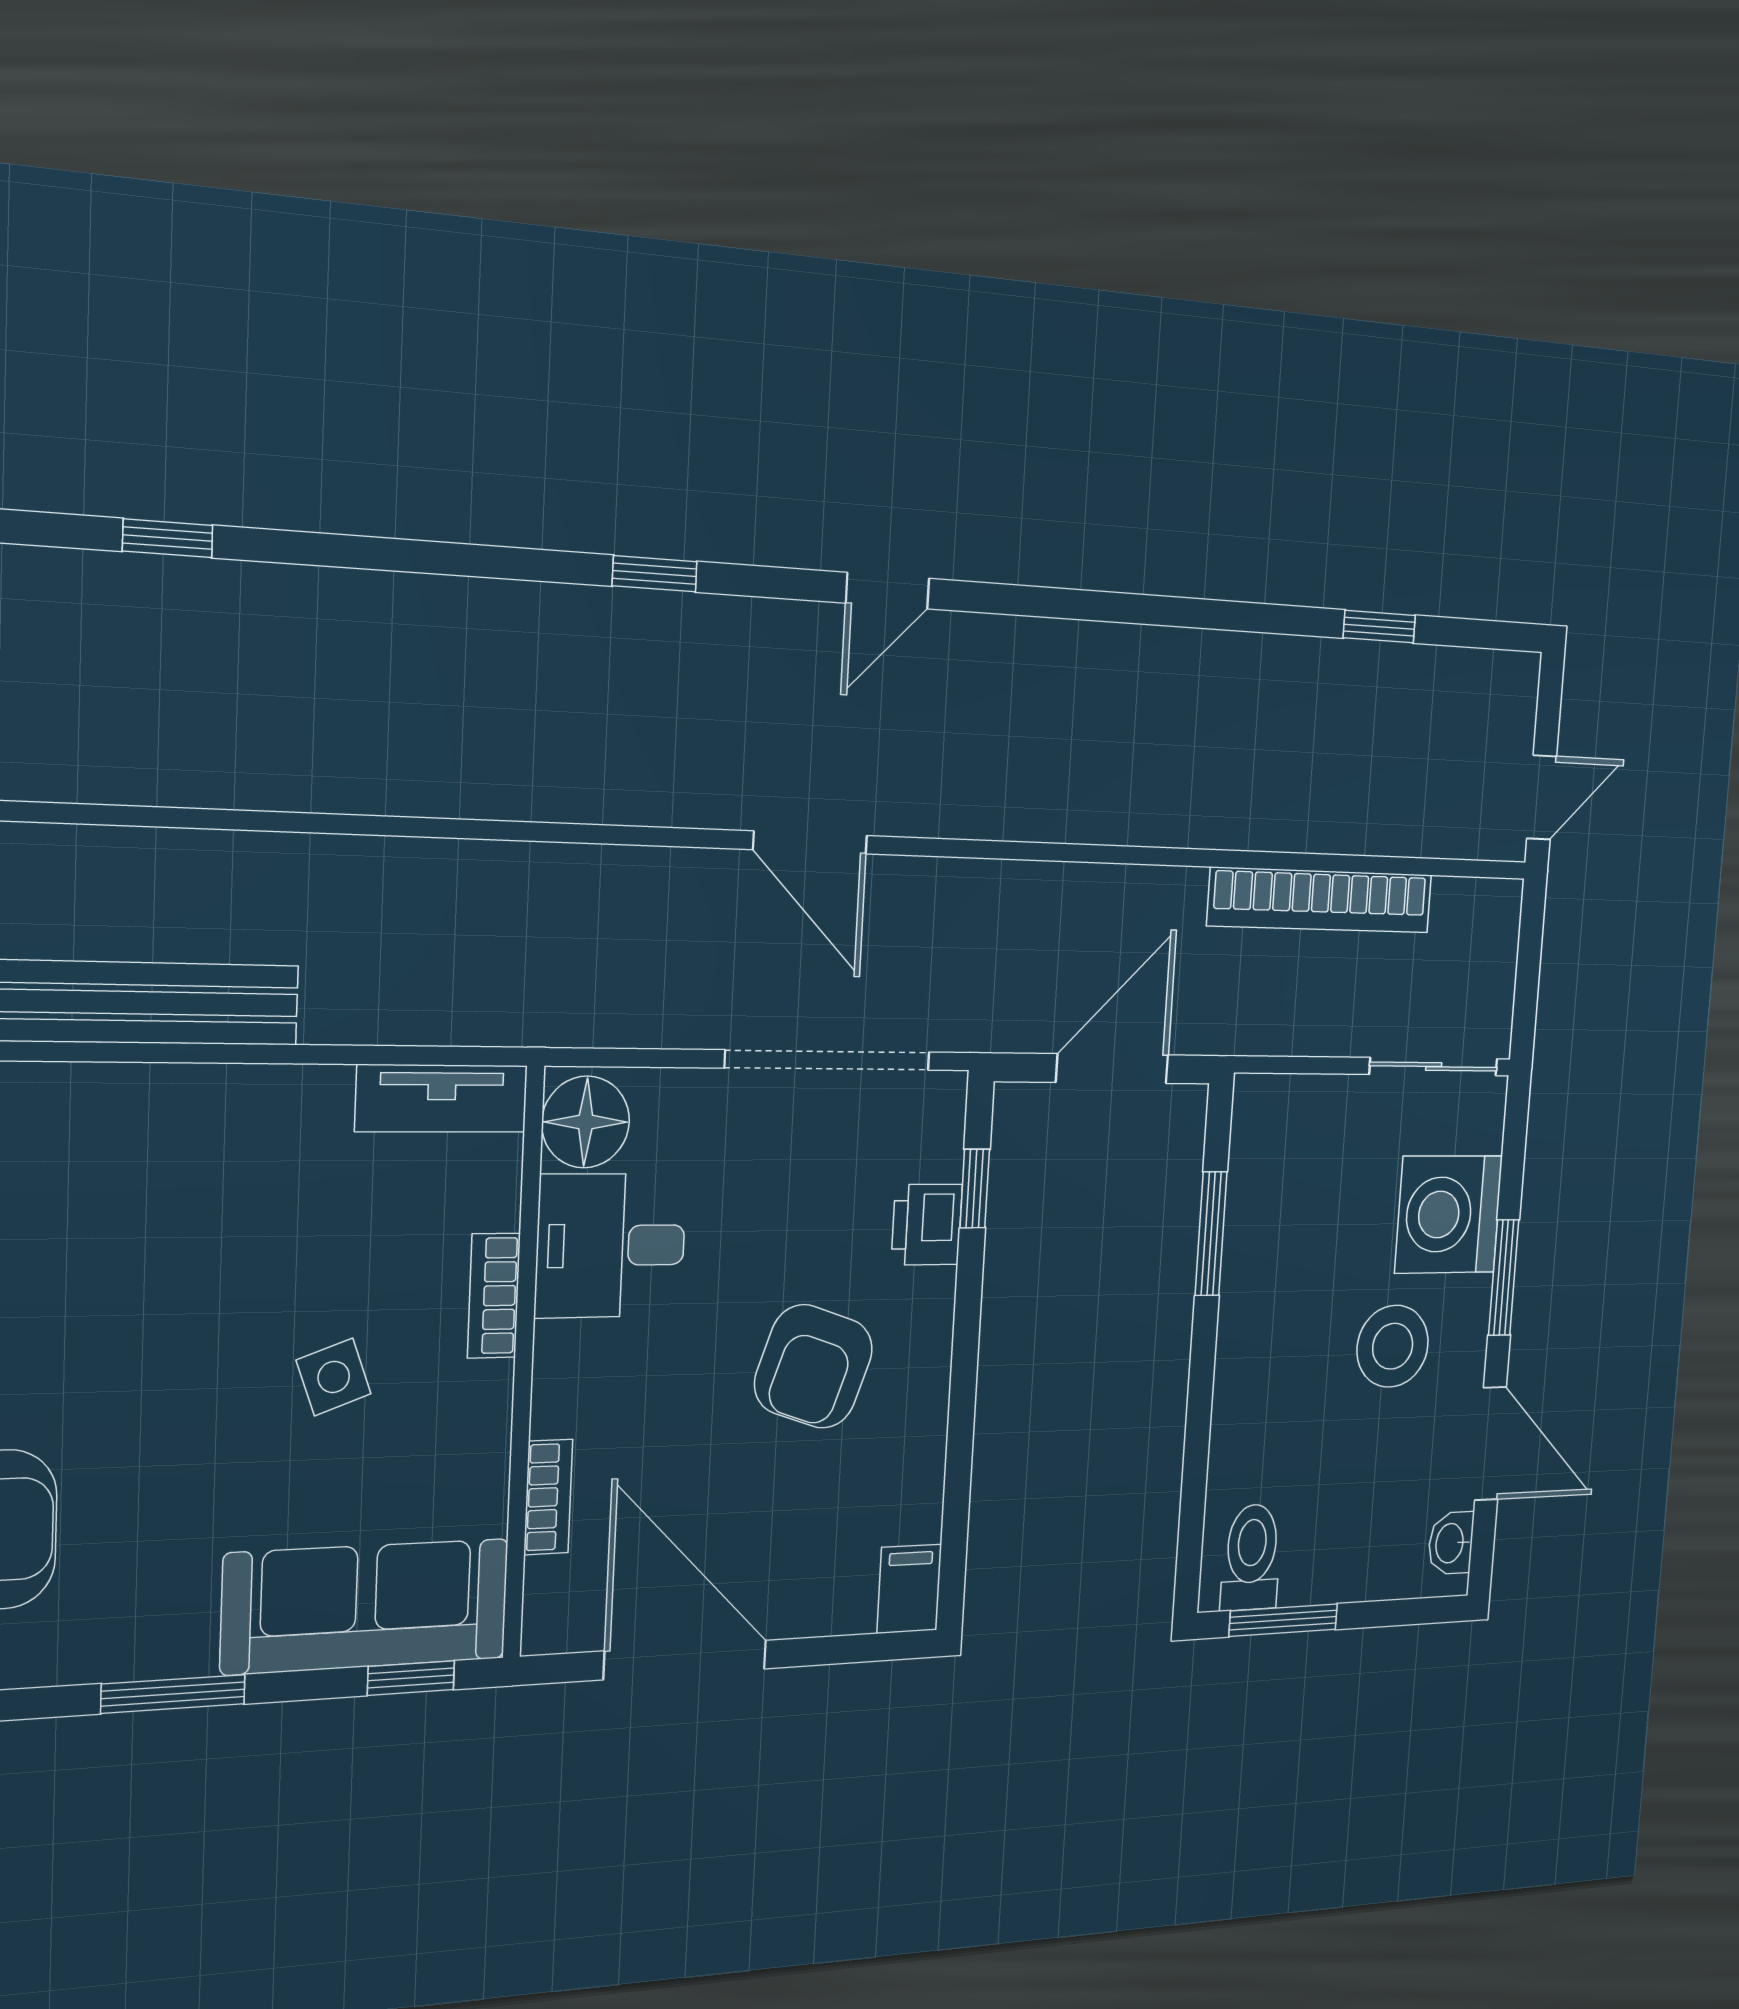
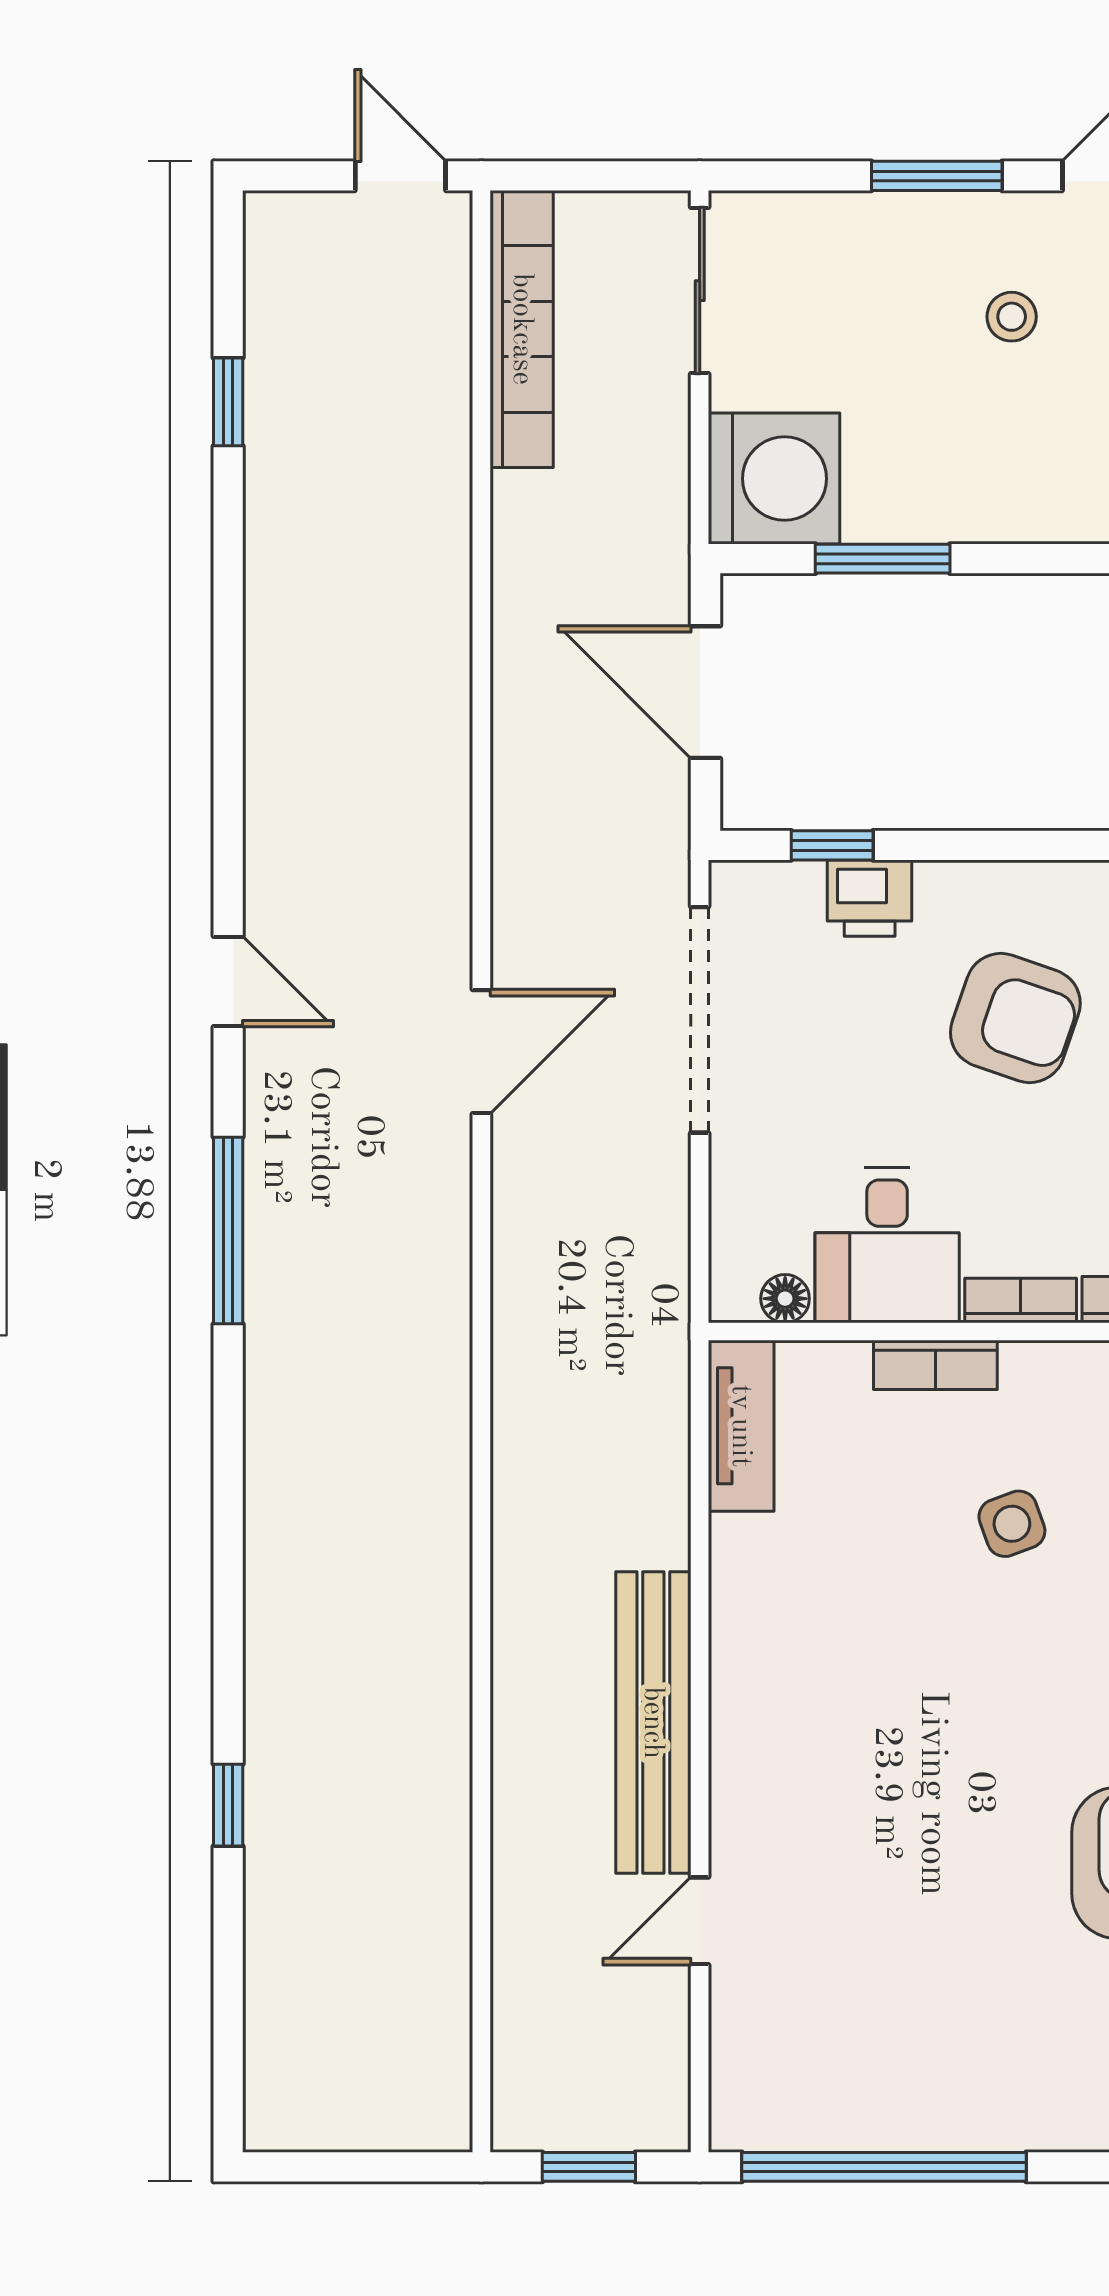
window: (168, 538) -> (228, 1805), moved
window: (655, 574) -> (228, 1230), width x2.17
bookcase: (1320, 900) -> (522, 329), moved
floor lamp: (586, 1122) -> (785, 1299), width x0.53, depth x0.53
washing machine: (1449, 1214) -> (774, 479), moved, turned -90
stool: (1393, 1346) -> (1012, 317), width x0.53, depth x0.53
bookcase: (552, 1379) -> (1021, 1300), added

